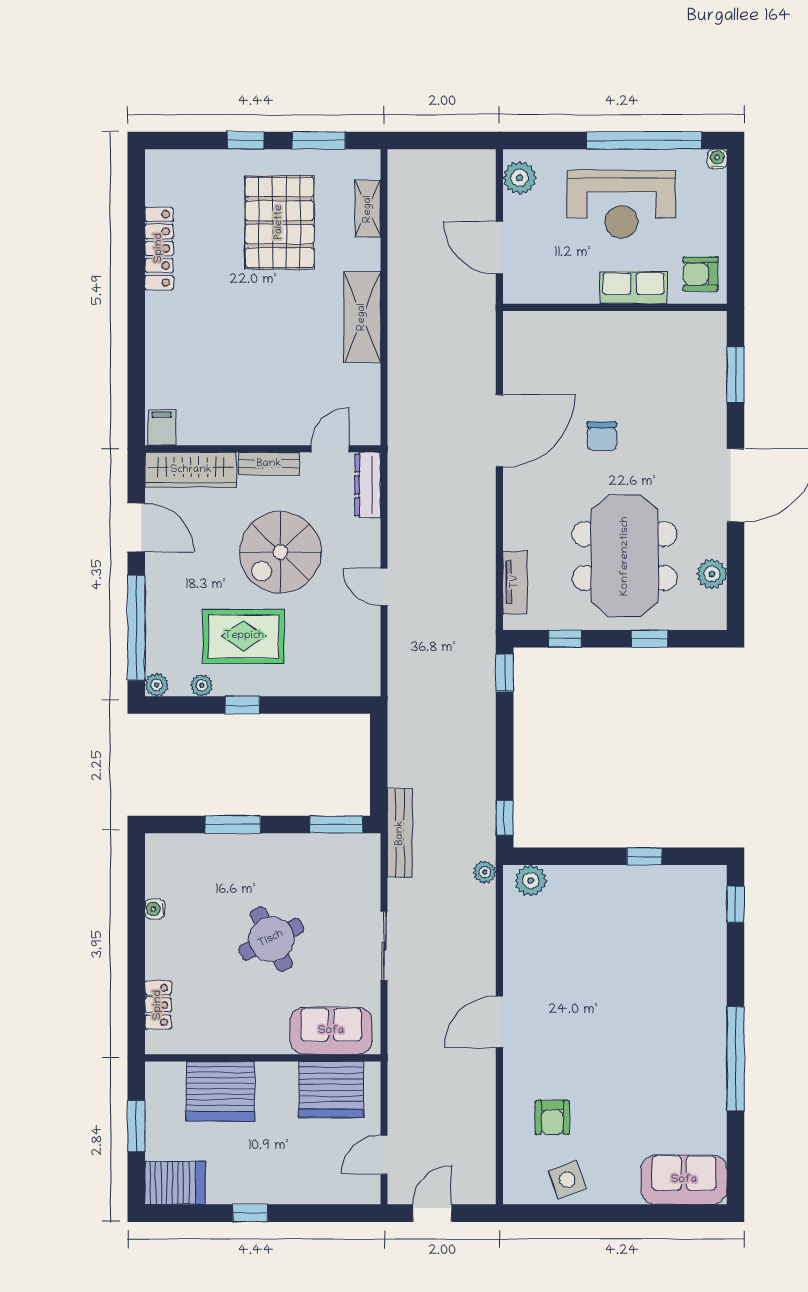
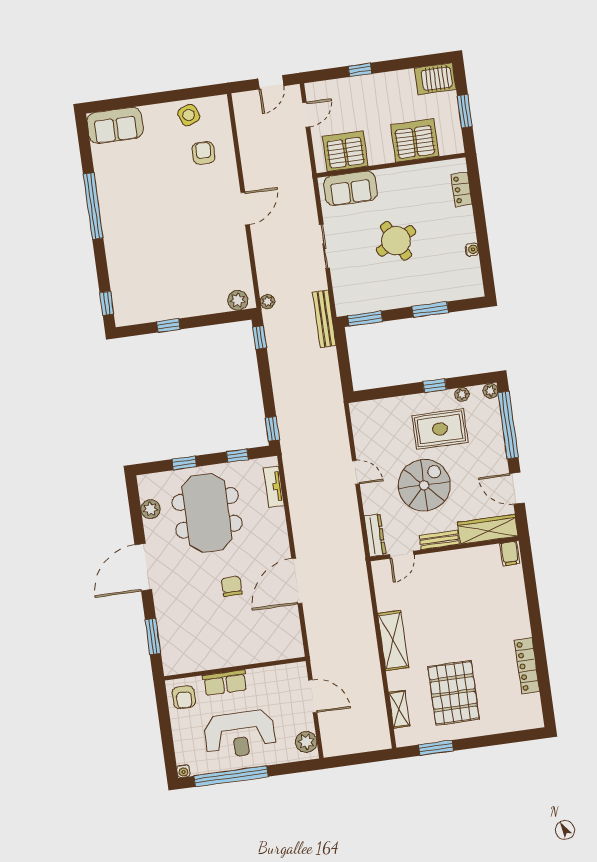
window: (246, 140) -> (482, 741), removed
reception desk: (621, 204) -> (240, 734), turned 180
armchair: (700, 274) -> (184, 697), turned 90
window: (250, 1213) -> (360, 70), moved

